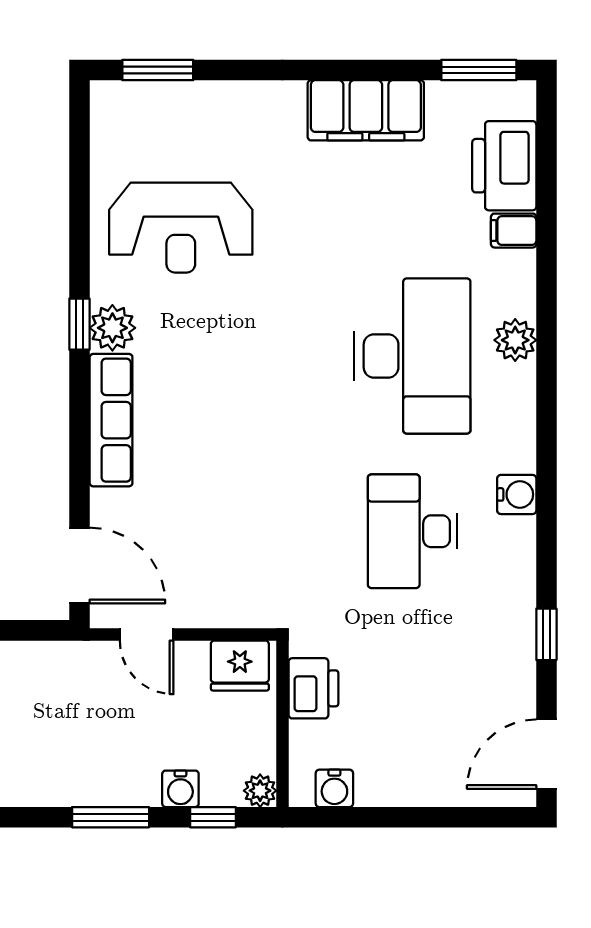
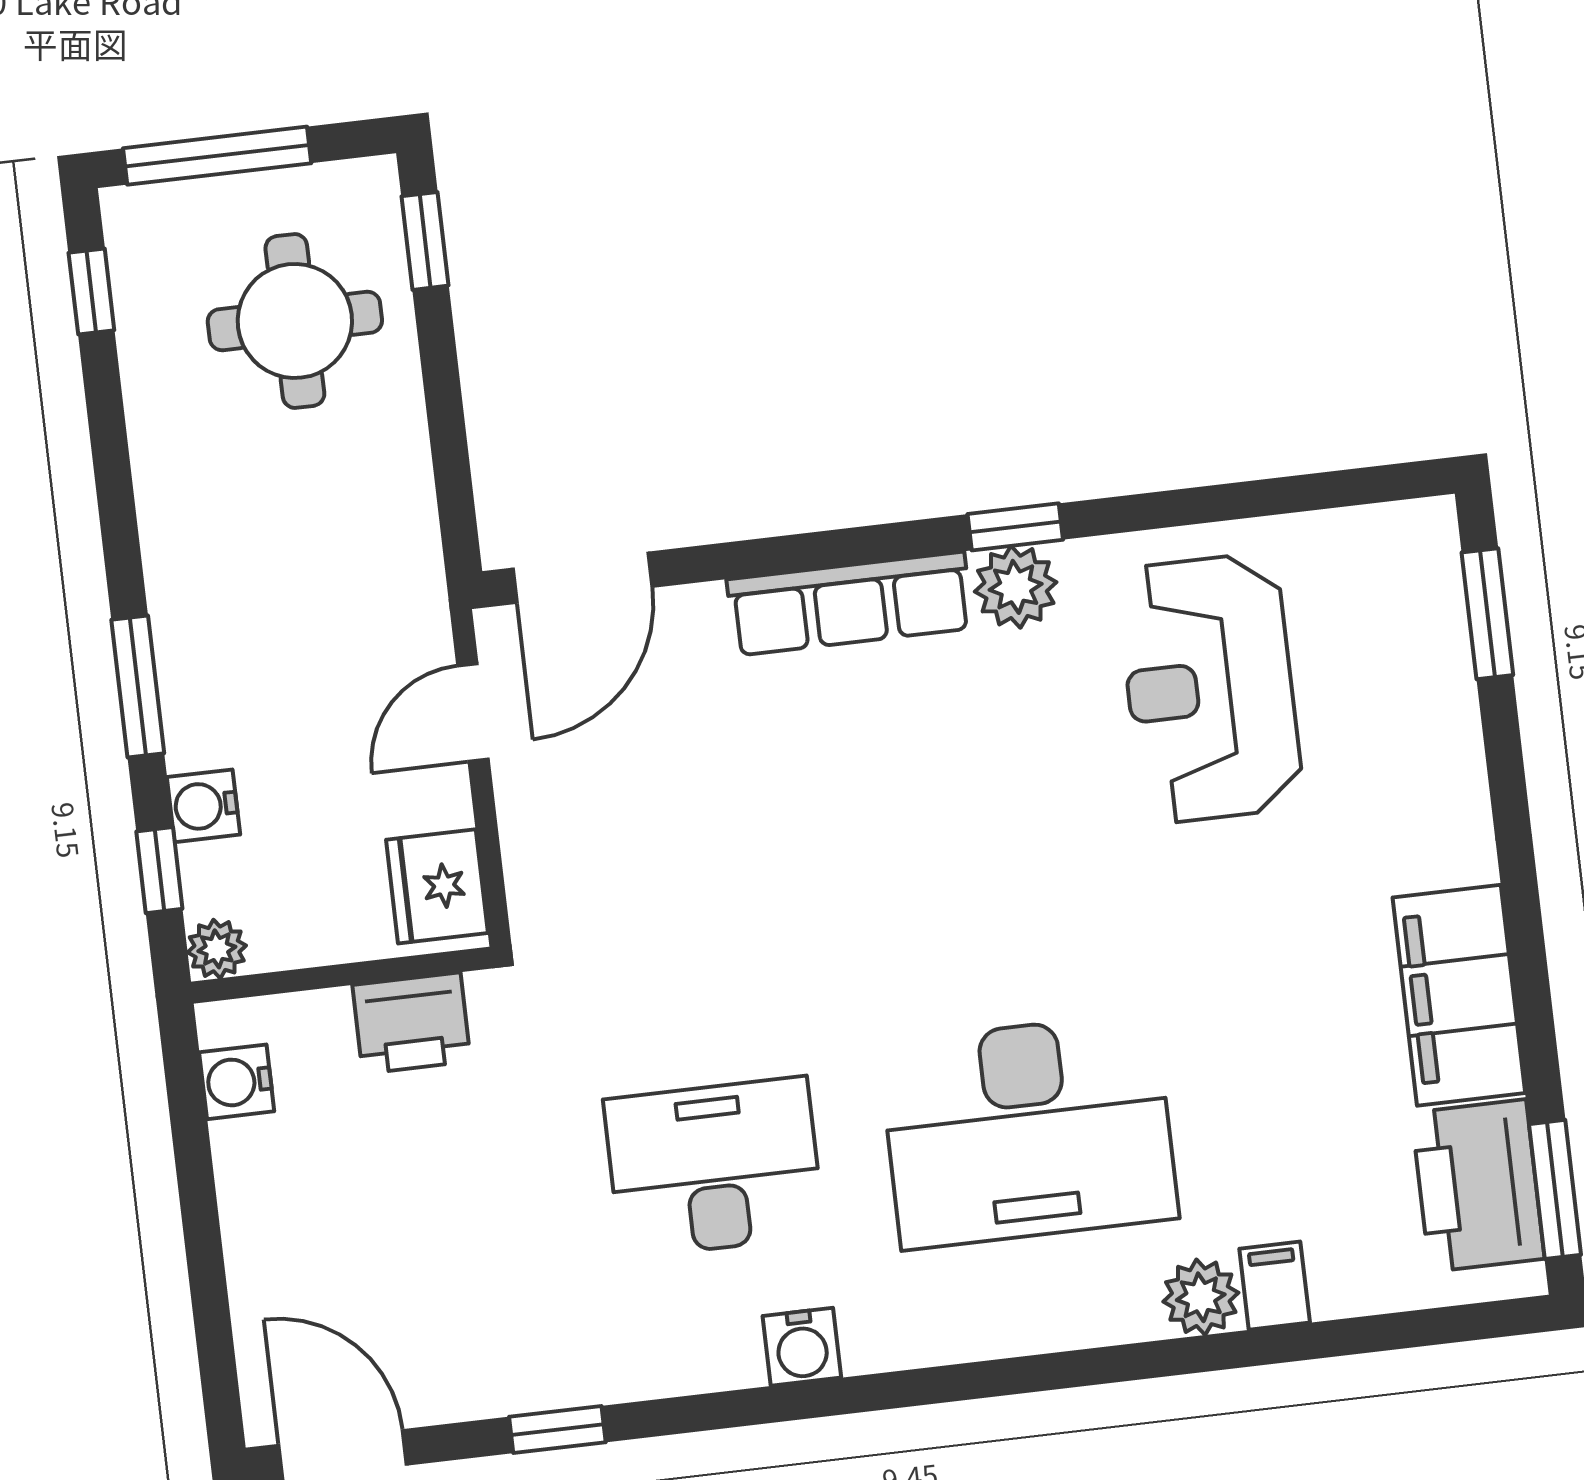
printer: (504, 166) -> (1478, 1186), moved, turned -90
plant: (515, 340) -> (1201, 1297), moved

